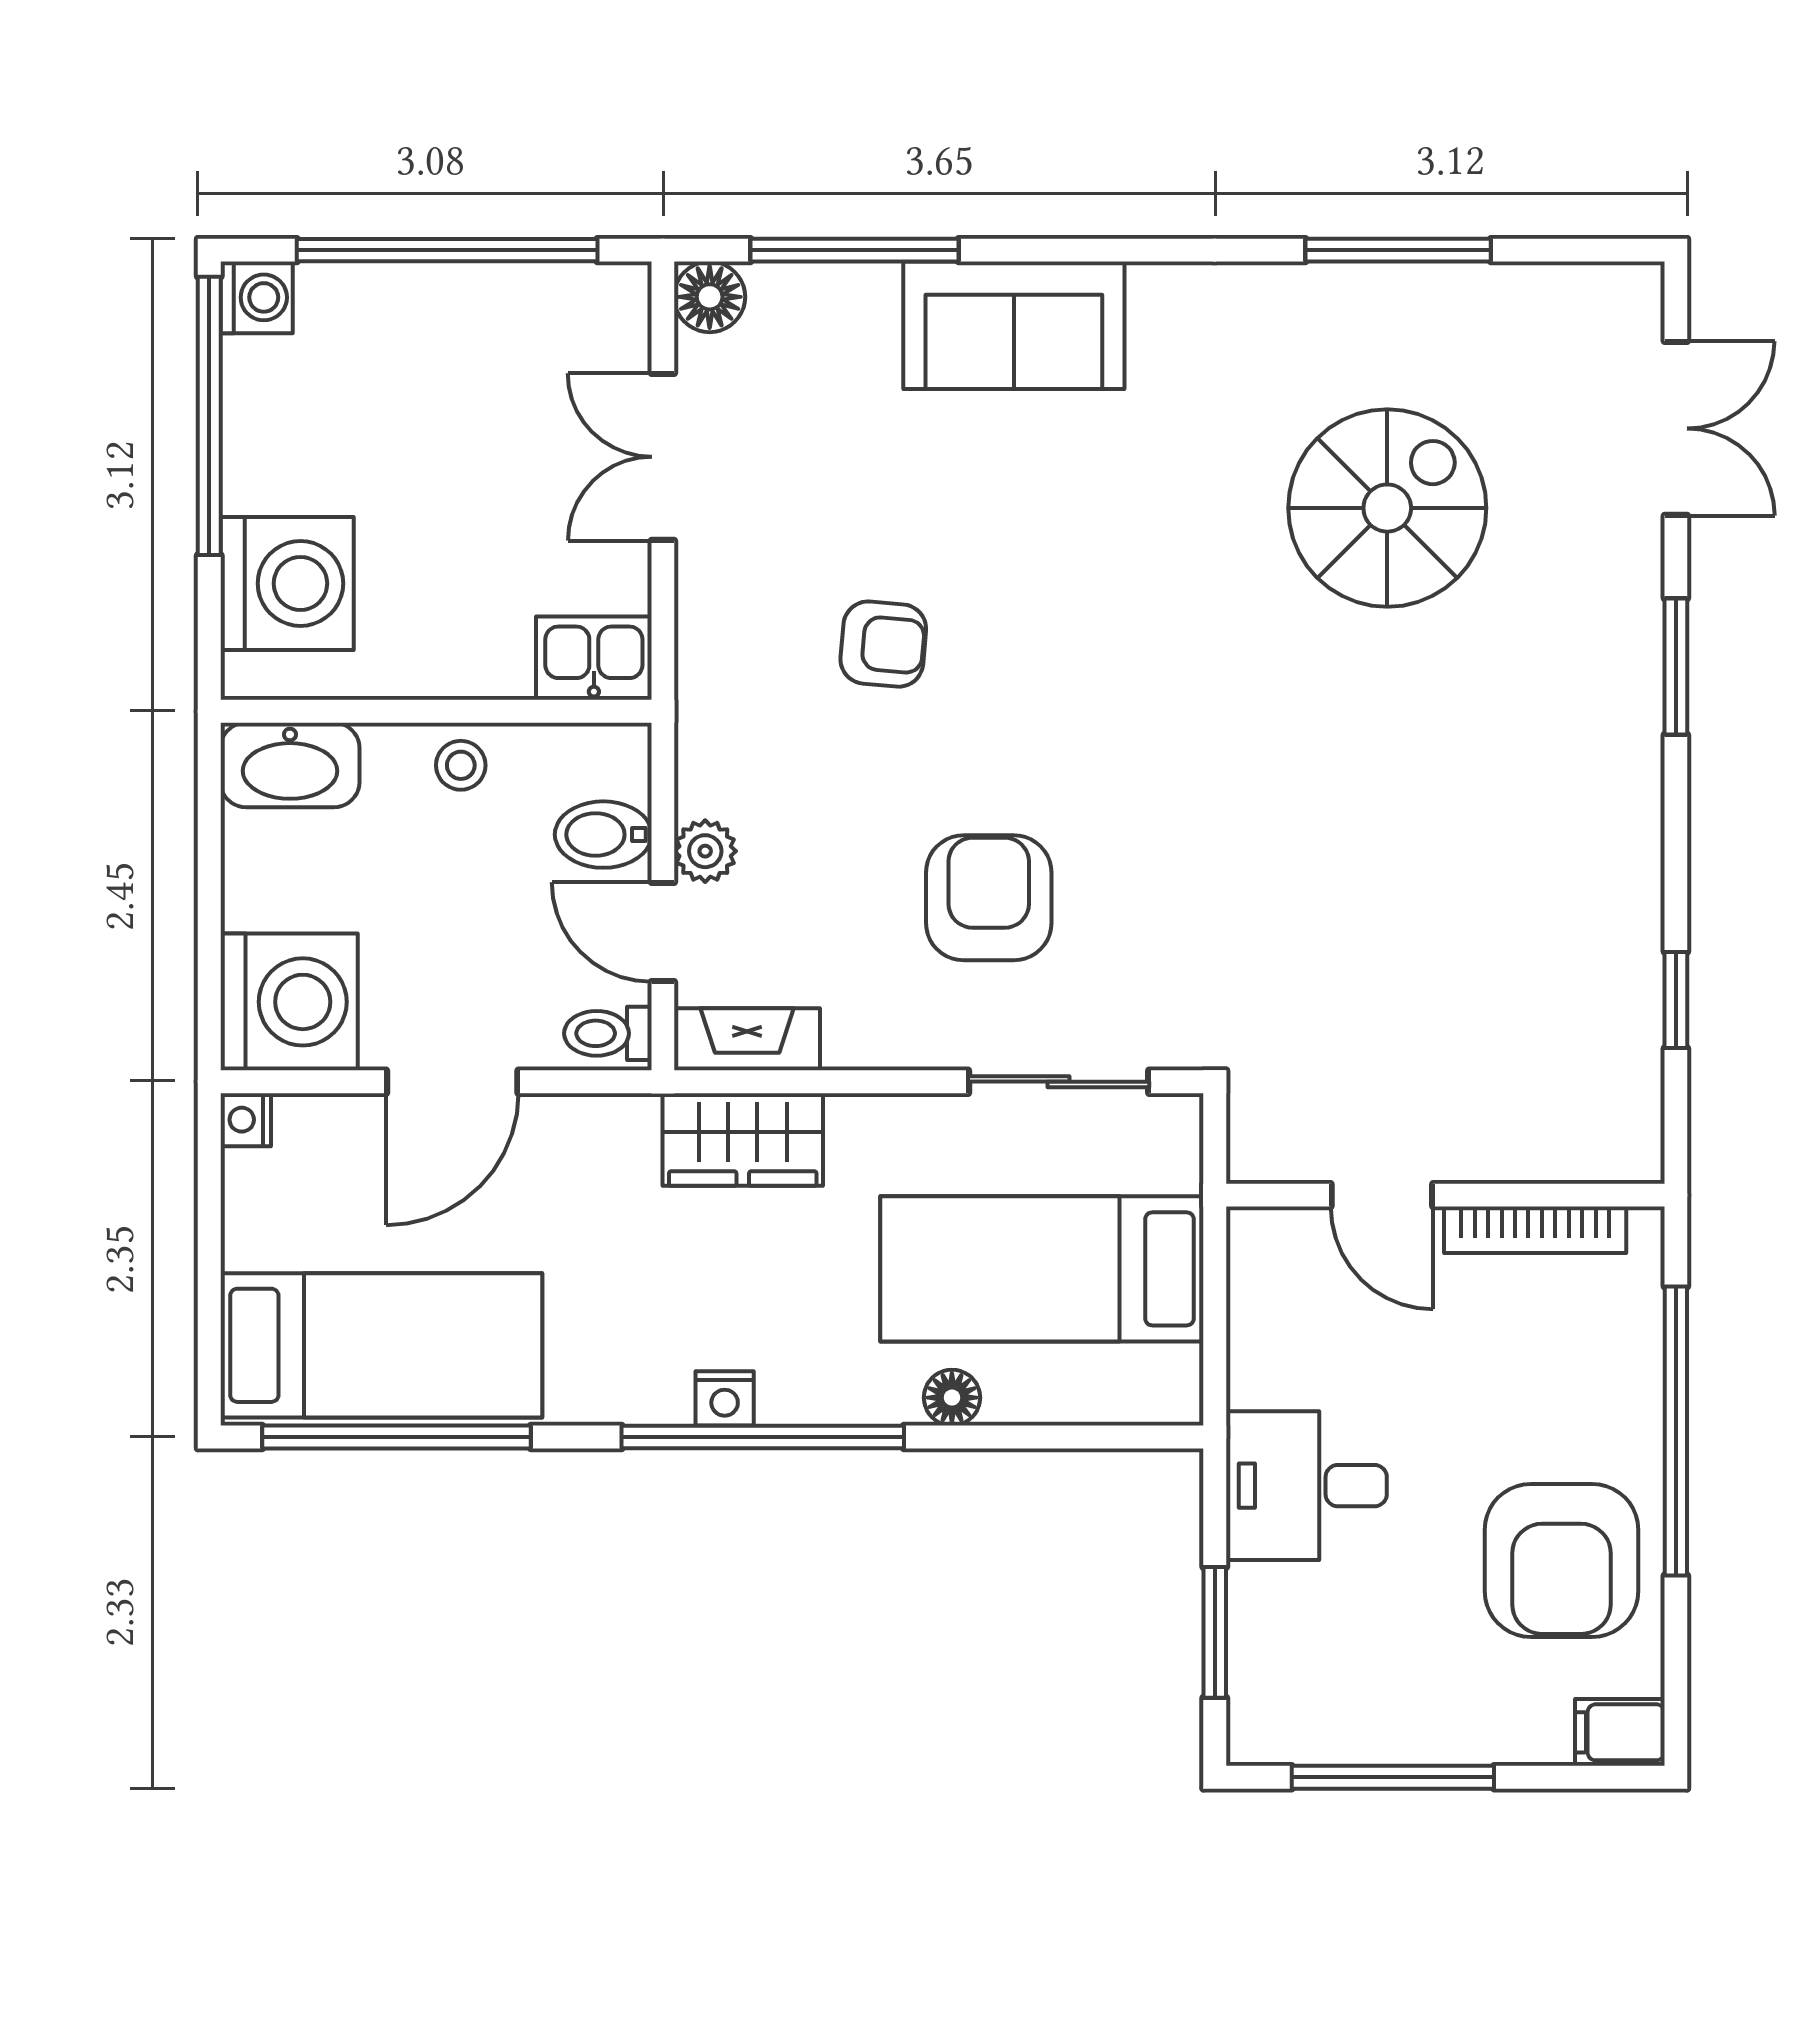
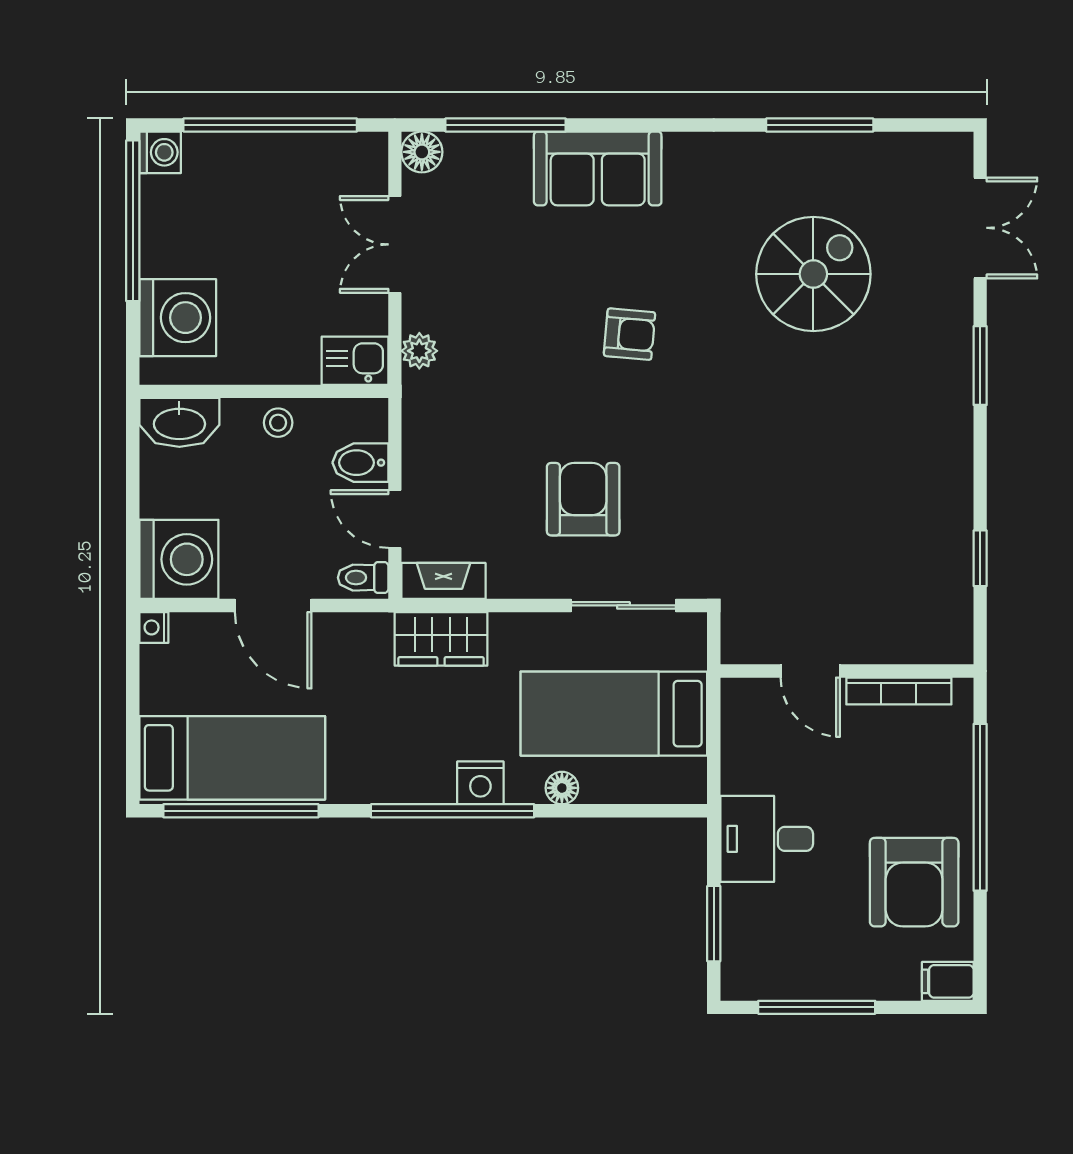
armchair: (883, 644) -> (630, 334), moved
plant: (705, 851) -> (419, 351), moved
door: (452, 1082) -> (273, 605), hinge flipped
nightstand: (725, 1398) -> (480, 783), moved, width x1.39, depth x1.35

